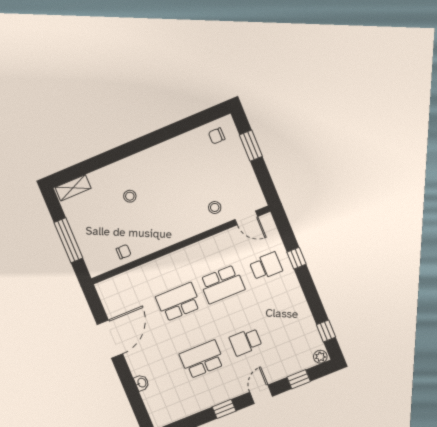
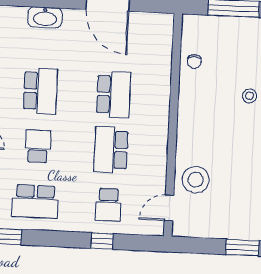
stool: (215, 207) -> (196, 180), width x1.89, depth x1.89
school desk: (290, 324) -> (35, 201), added
washbasin: (142, 383) -> (45, 17), width x1.91, depth x1.45

